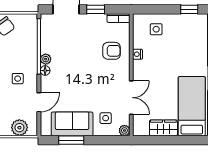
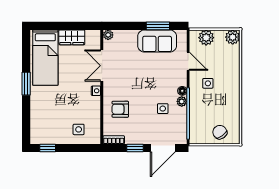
nightstand: (138, 54) -> (96, 91), moved
door: (39, 102) -> (188, 61), swing flipped
side table: (106, 118) -> (163, 109), moved

